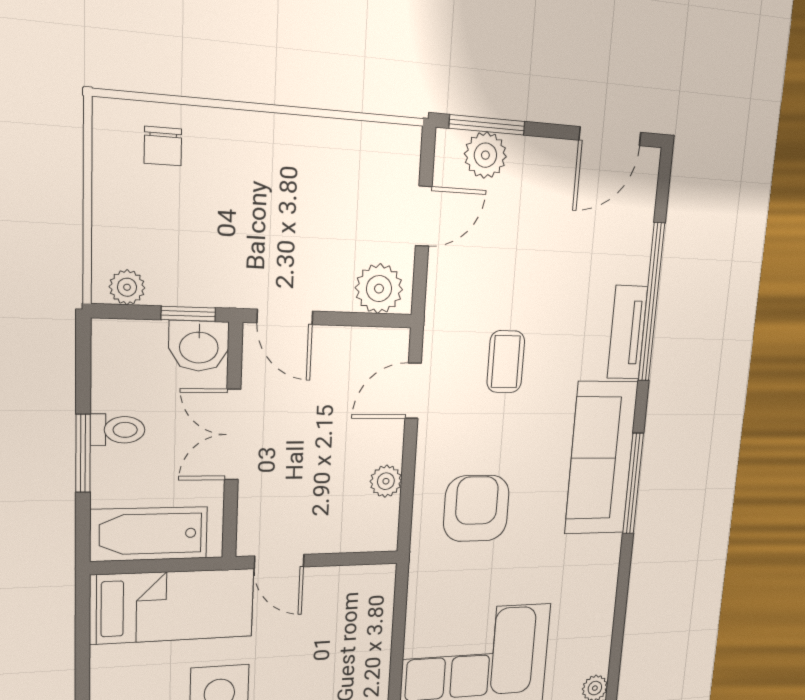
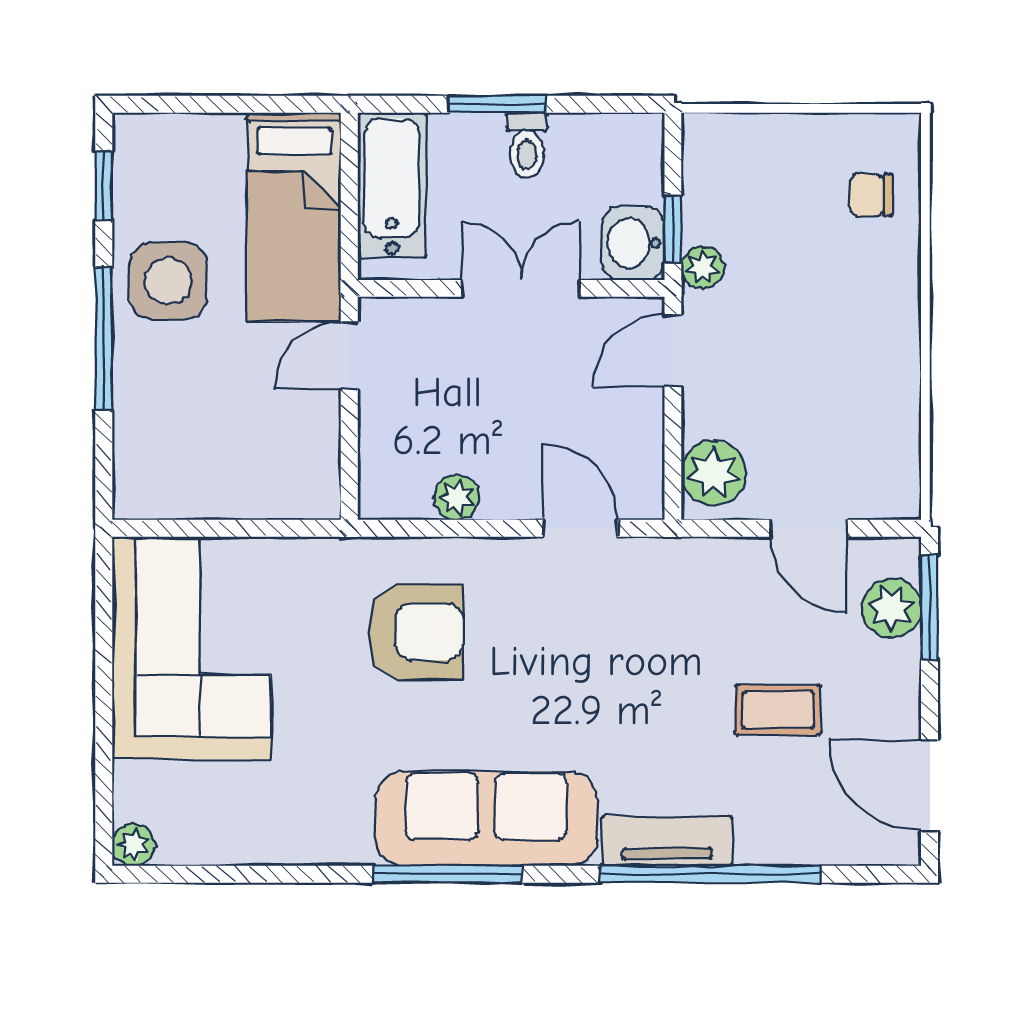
plant: (127, 287) -> (702, 267), moved
coffee table: (506, 362) -> (778, 710), moved

